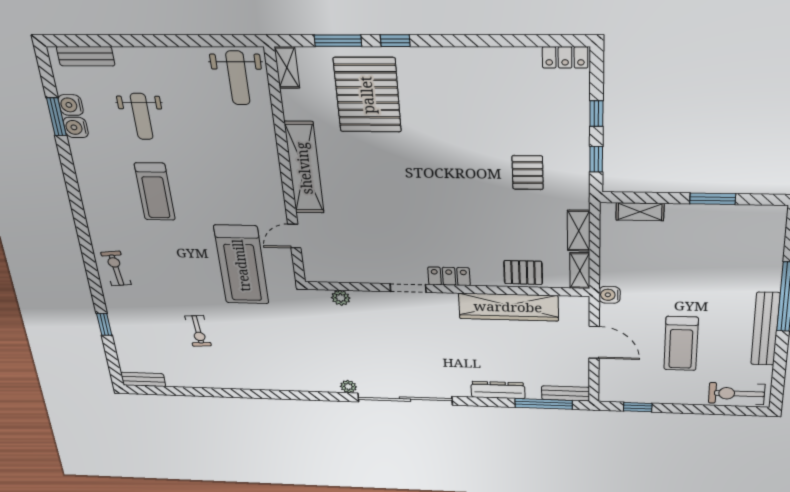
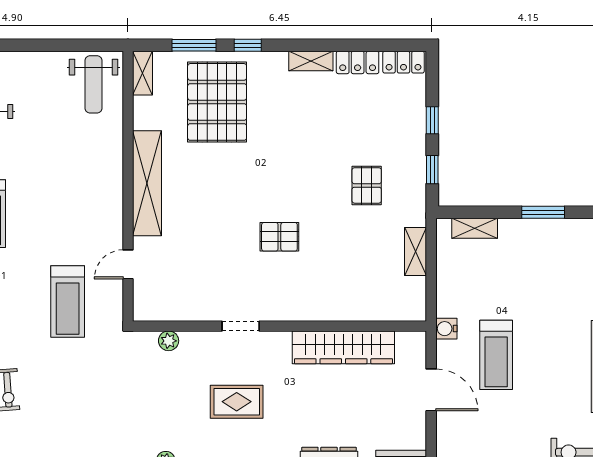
treadmill: (241, 265) -> (68, 302), width x0.73, depth x0.73
shelving: (580, 271) -> (311, 61), moved, turned 90
pallet: (523, 272) -> (279, 237), moved
locker: (449, 276) -> (358, 62), moved, turned 180
treadmill: (681, 344) -> (496, 355), moved
rug: (409, 346) -> (237, 402), added

